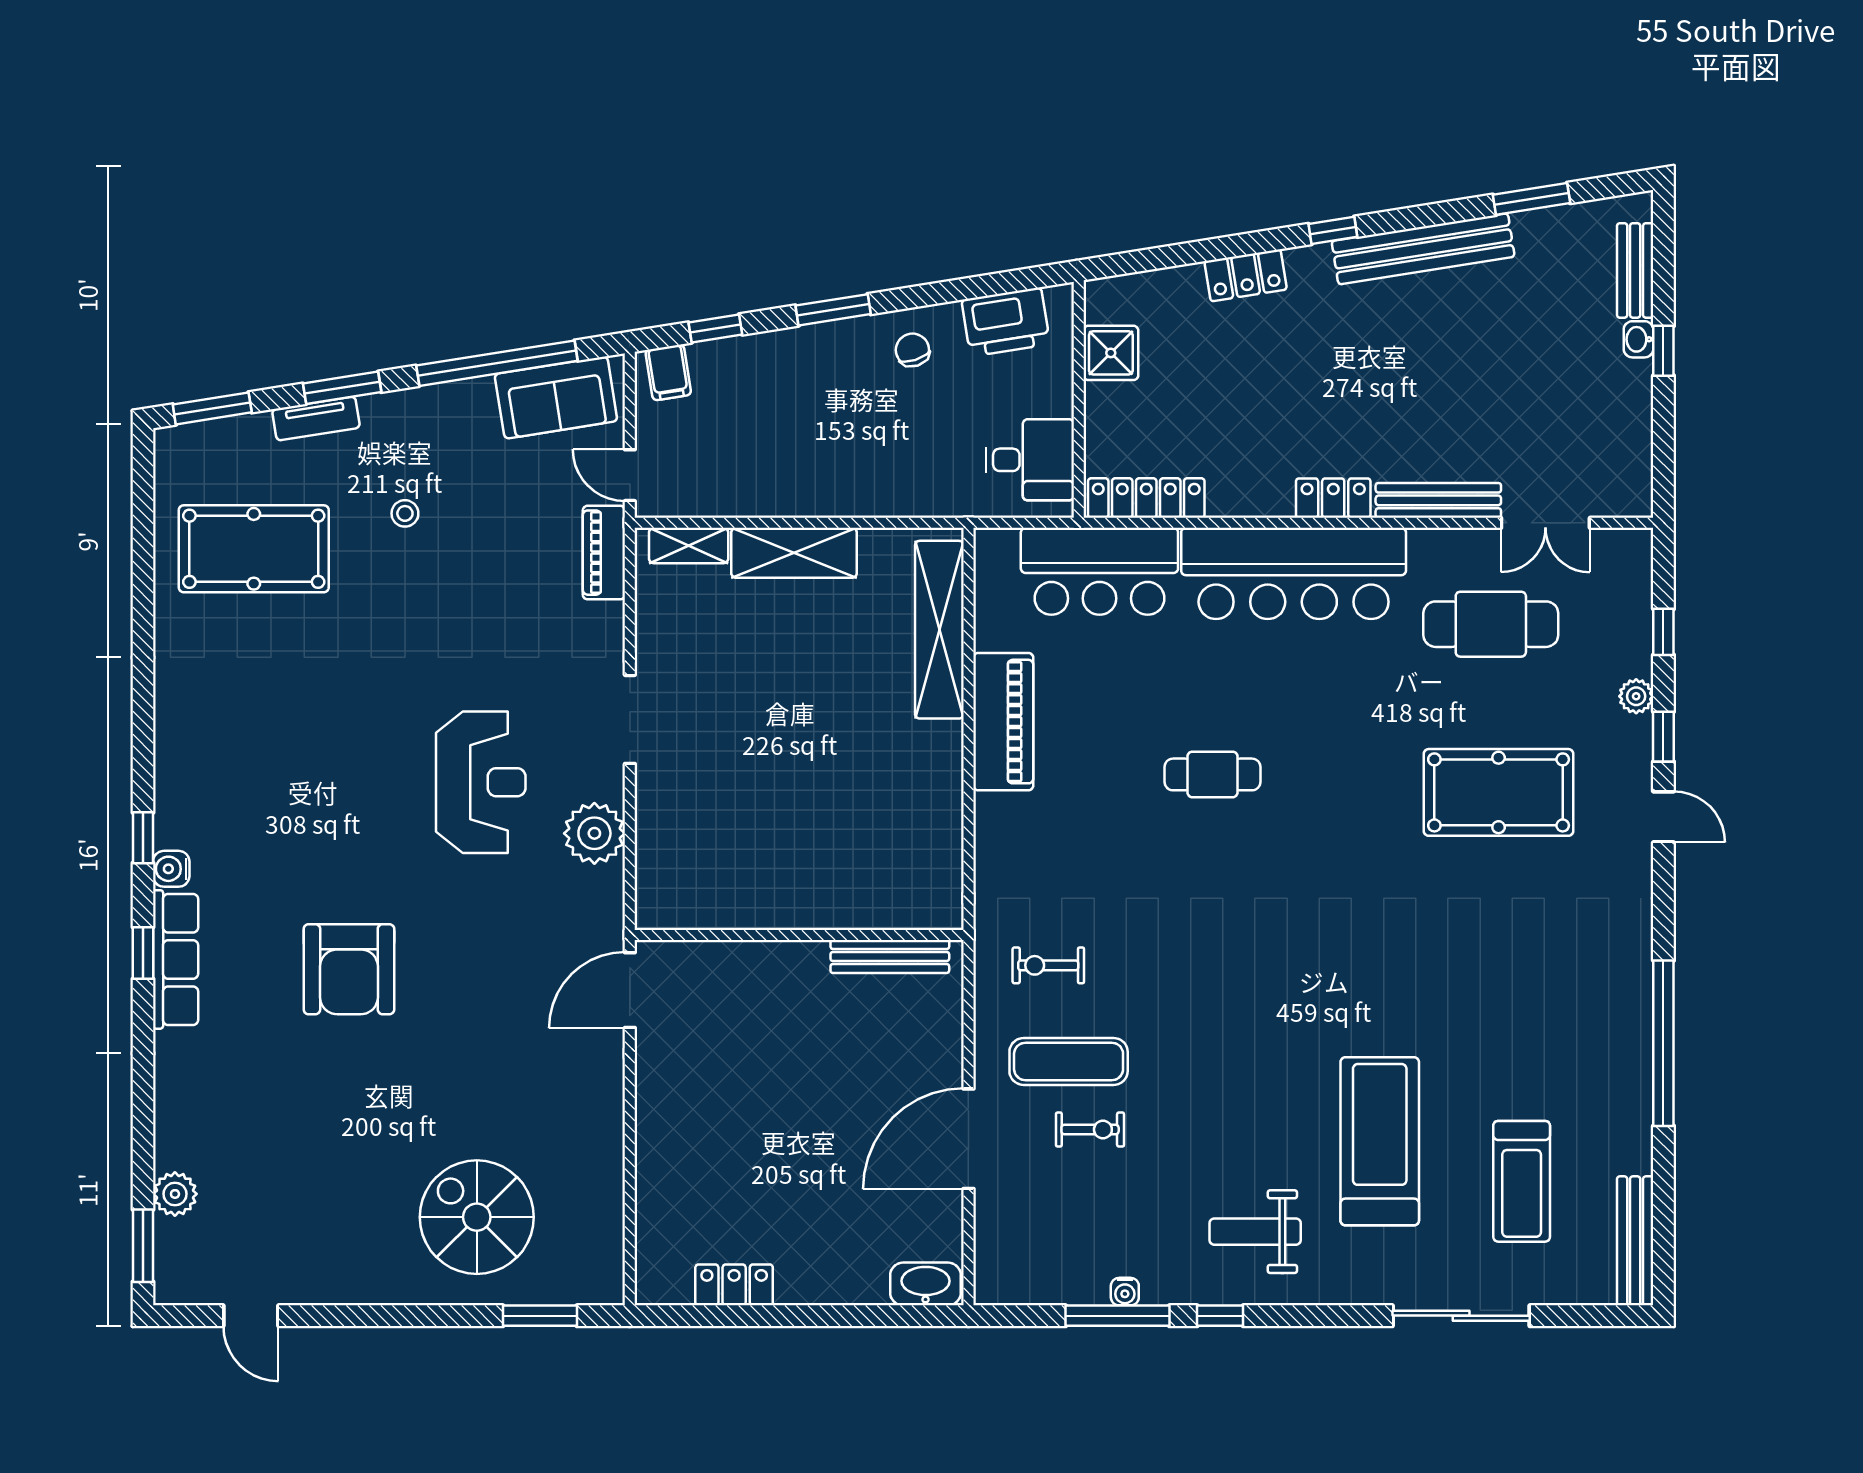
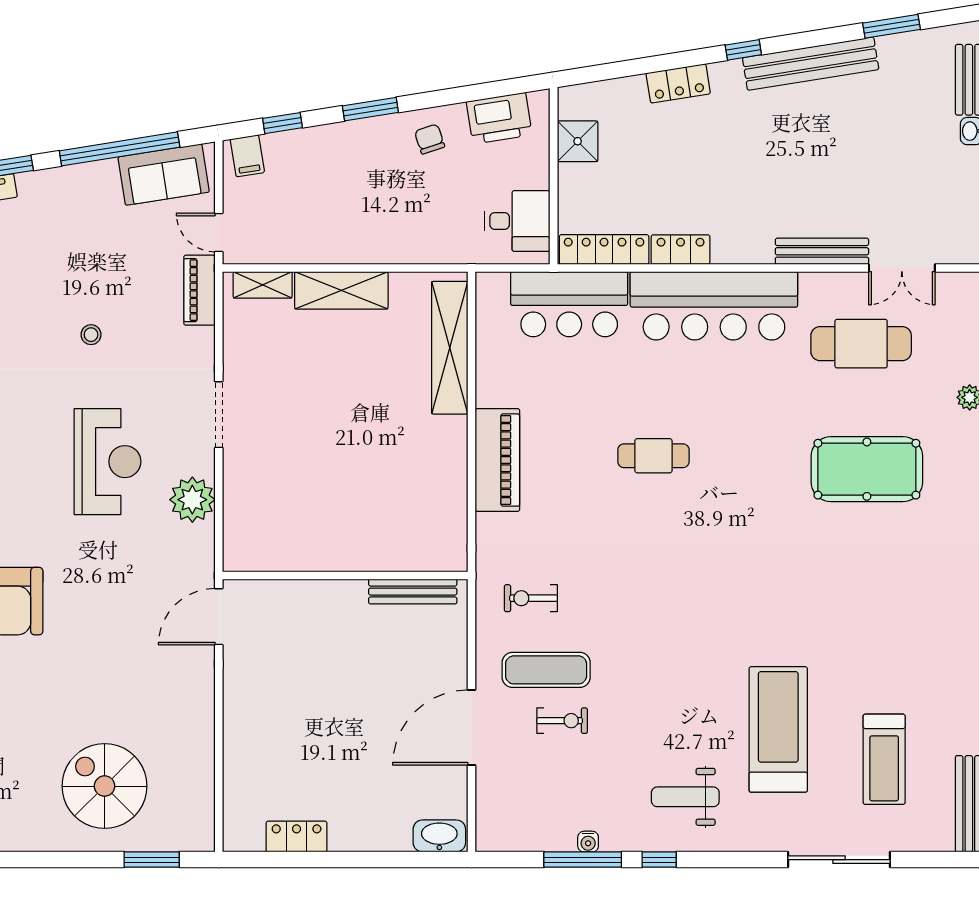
locker: (1333, 498) -> (681, 250), moved
stool: (405, 513) -> (91, 335), moved
piano: (1003, 722) -> (497, 460), moved

